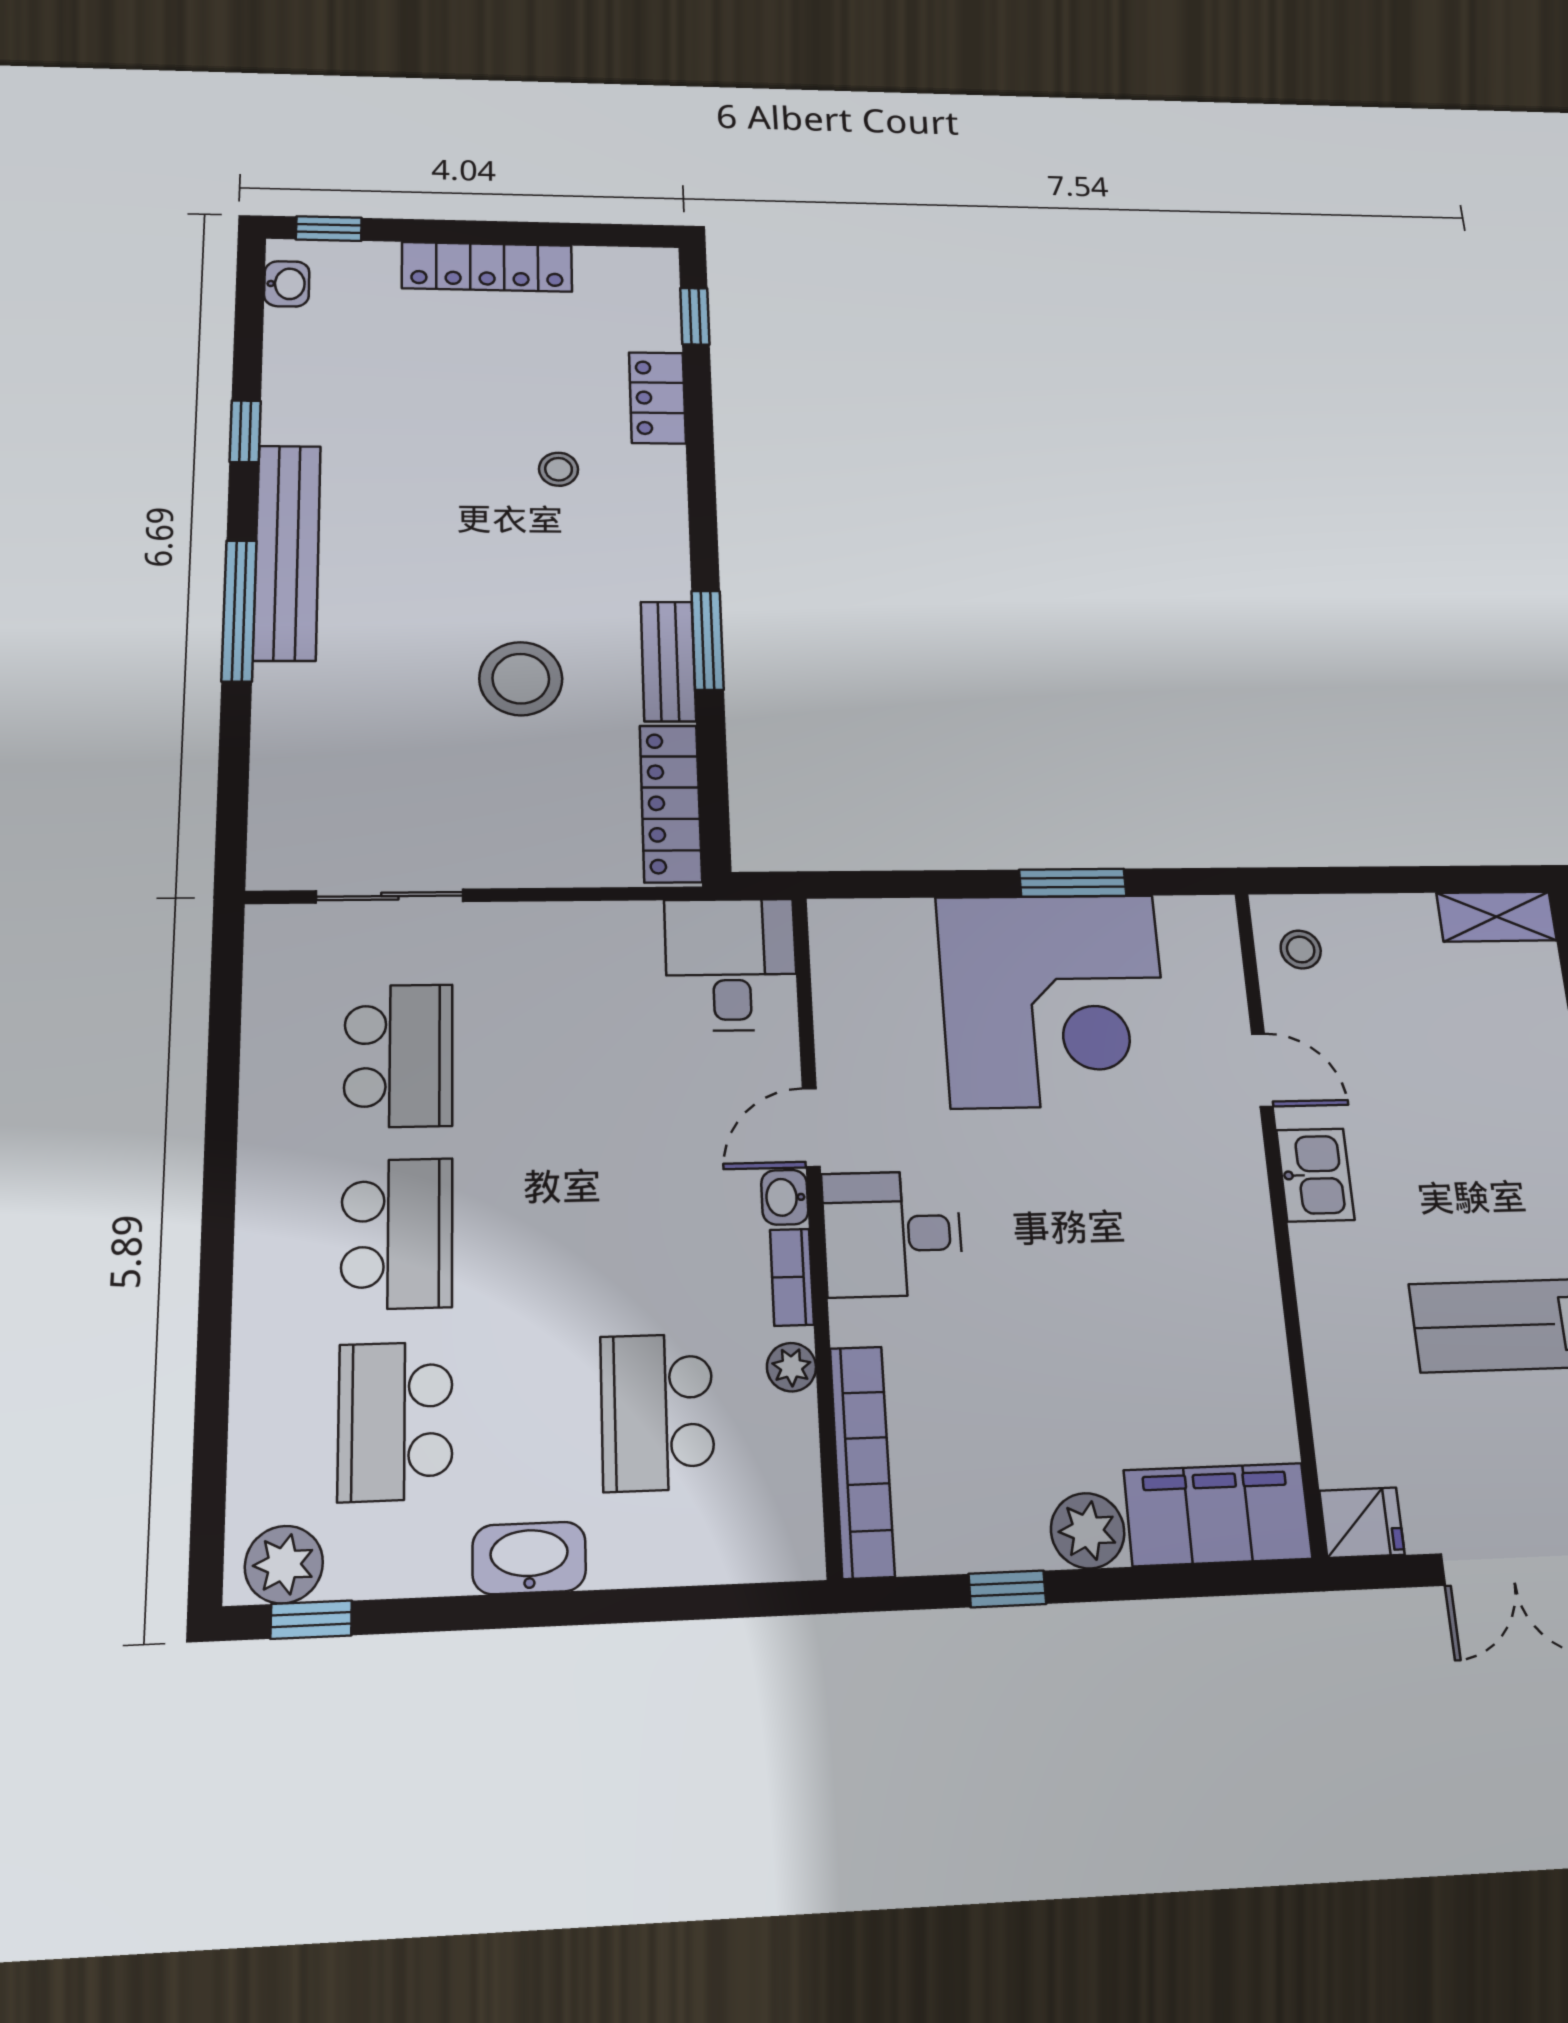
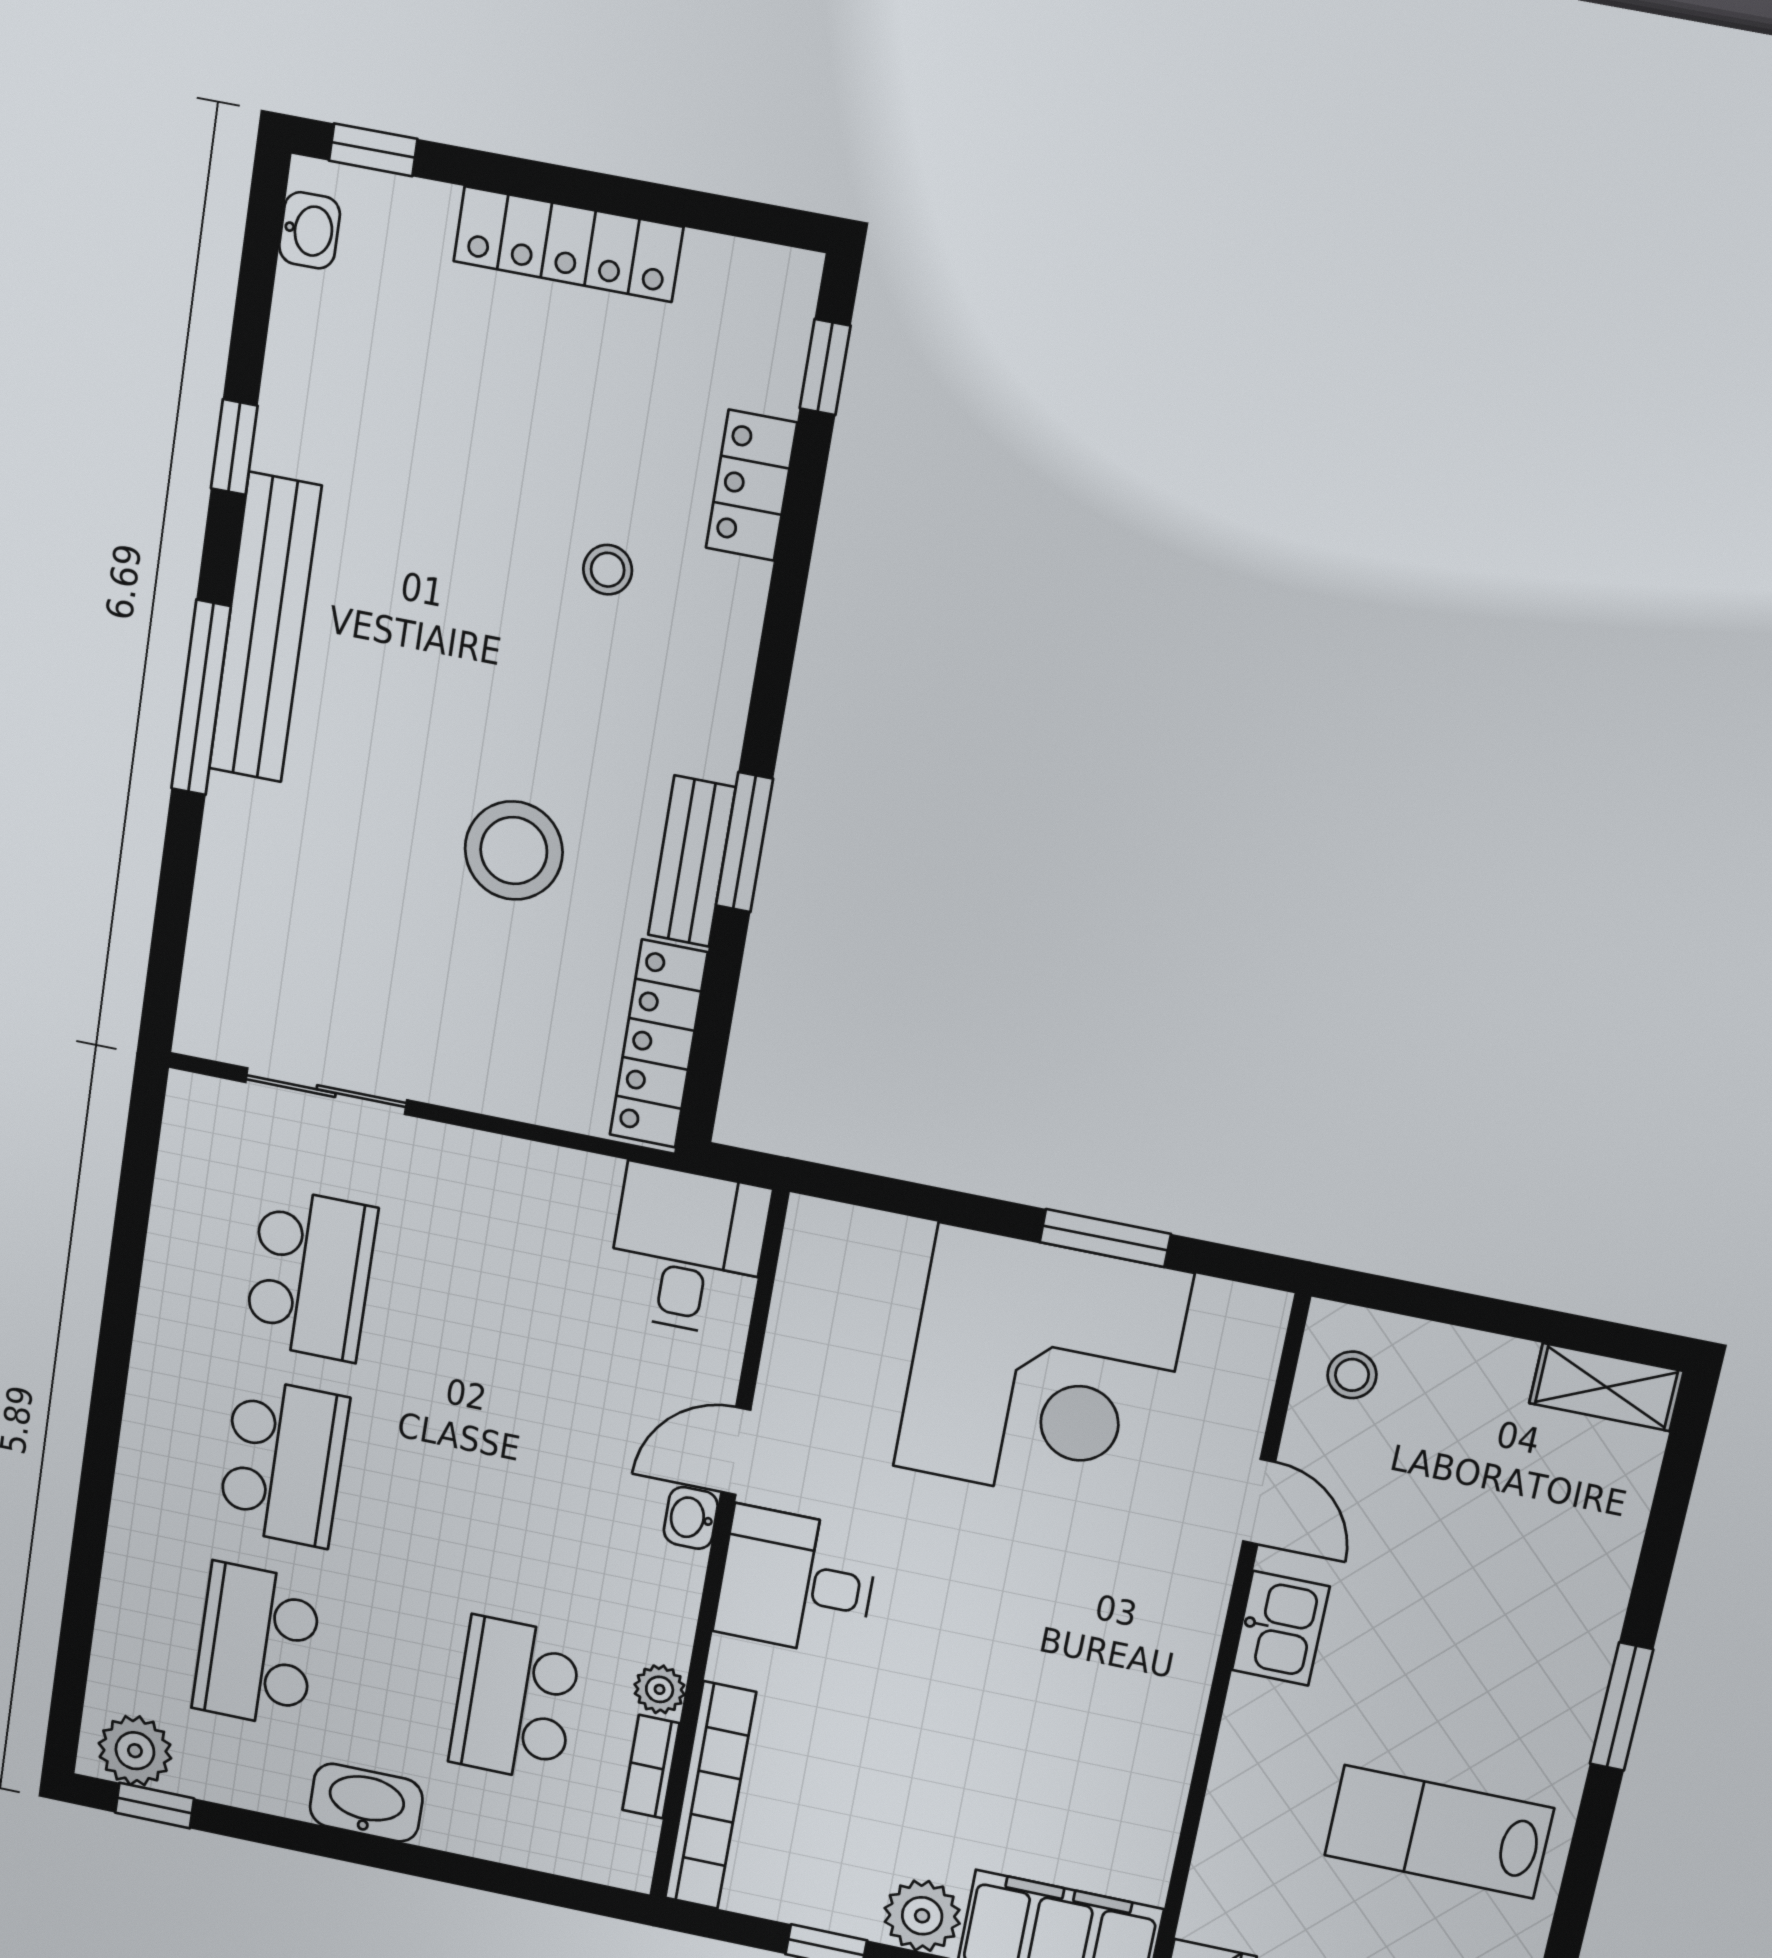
bookcase: (792, 1277) -> (651, 1767), moved

